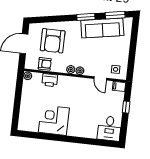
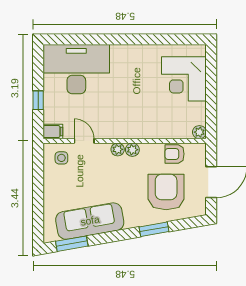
window: (86, 17) -> (154, 229), moved
printer: (50, 80) -> (164, 129), removed
corner desk: (54, 120) -> (184, 79), moved, turned 90
desk: (109, 128) -> (76, 69), width x1.87, depth x1.30

